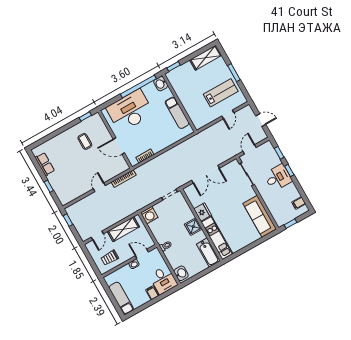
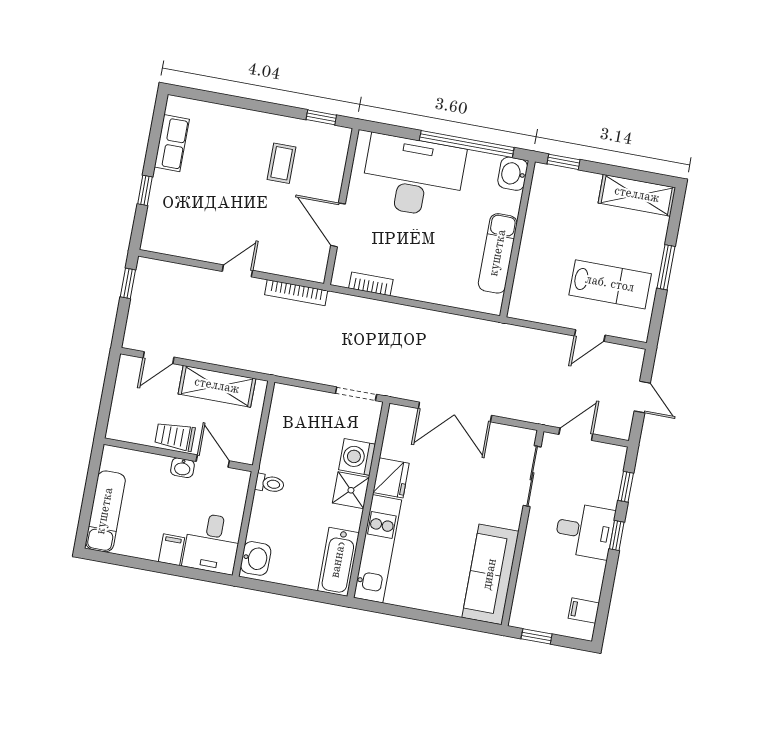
washing machine: (149, 215) -> (357, 457), moved, turned 90
trolley: (110, 258) -> (175, 436), moved

